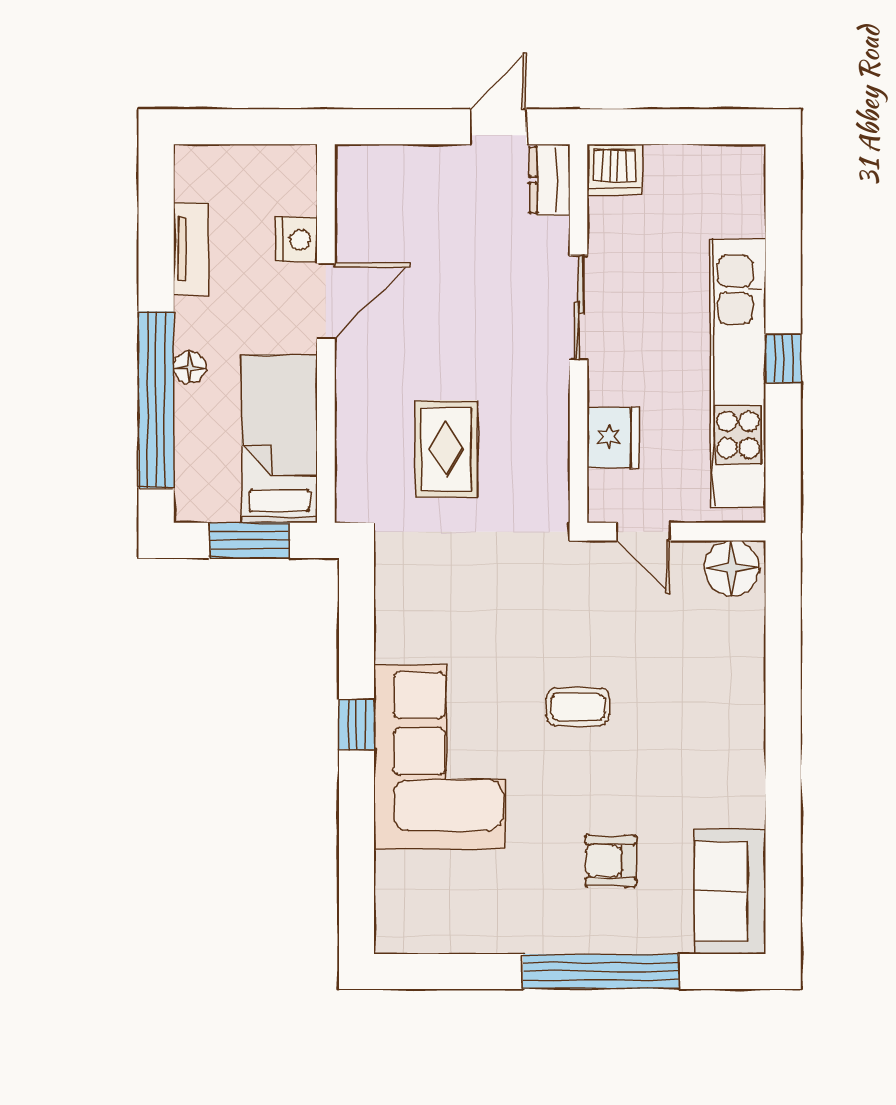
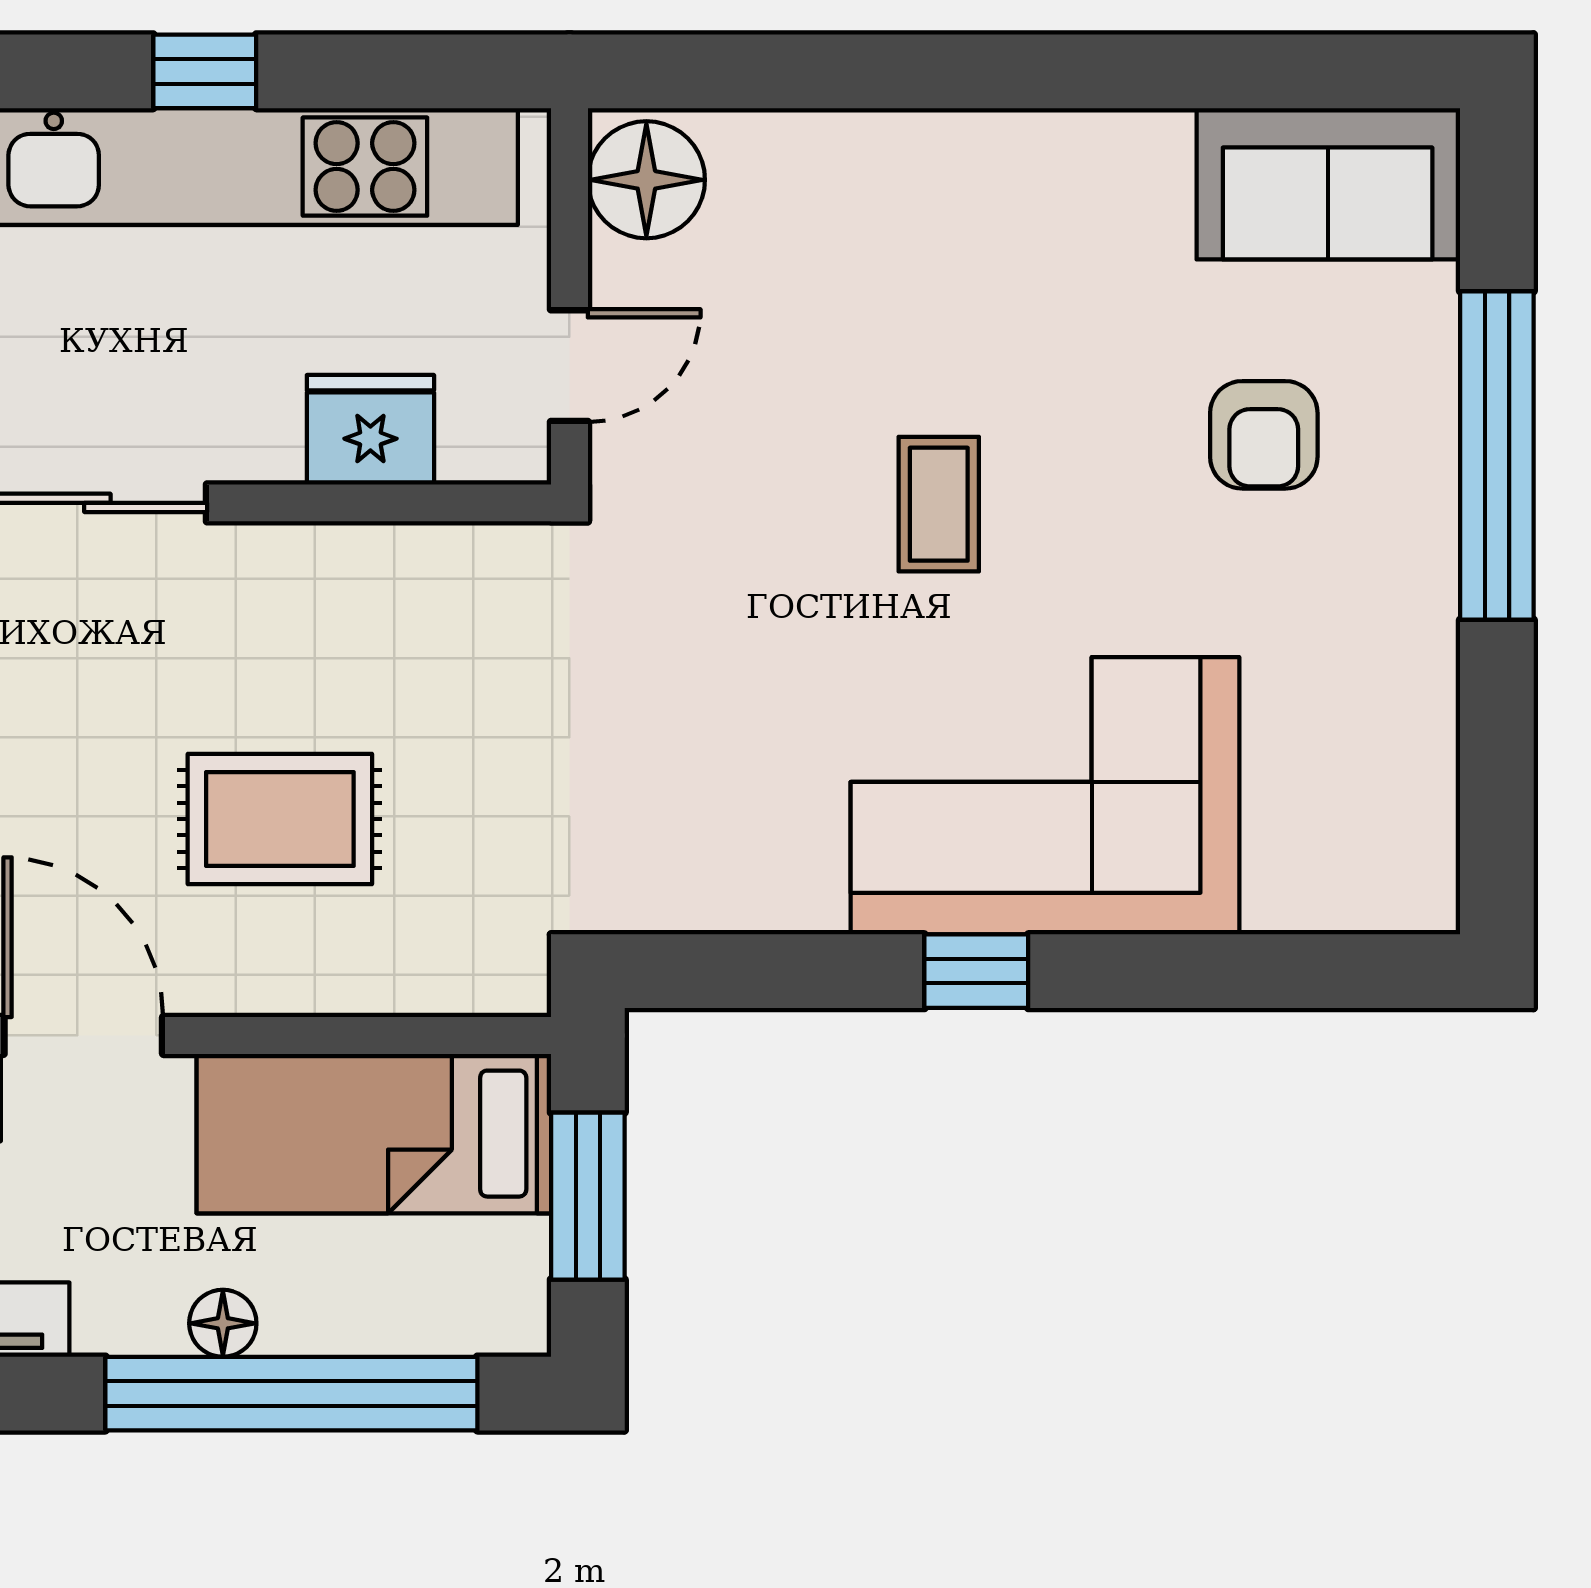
rug: (446, 449) -> (280, 819), moved

